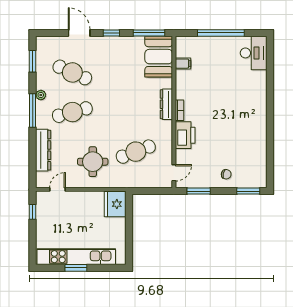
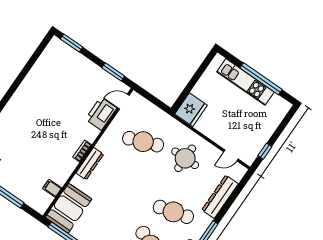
printer: (185, 135) -> (101, 114), moved
chair: (226, 174) -> (80, 70), removed
kitchen unit: (76, 257) -> (245, 82), width x0.73
window: (76, 268) -> (261, 79), width x2.11

